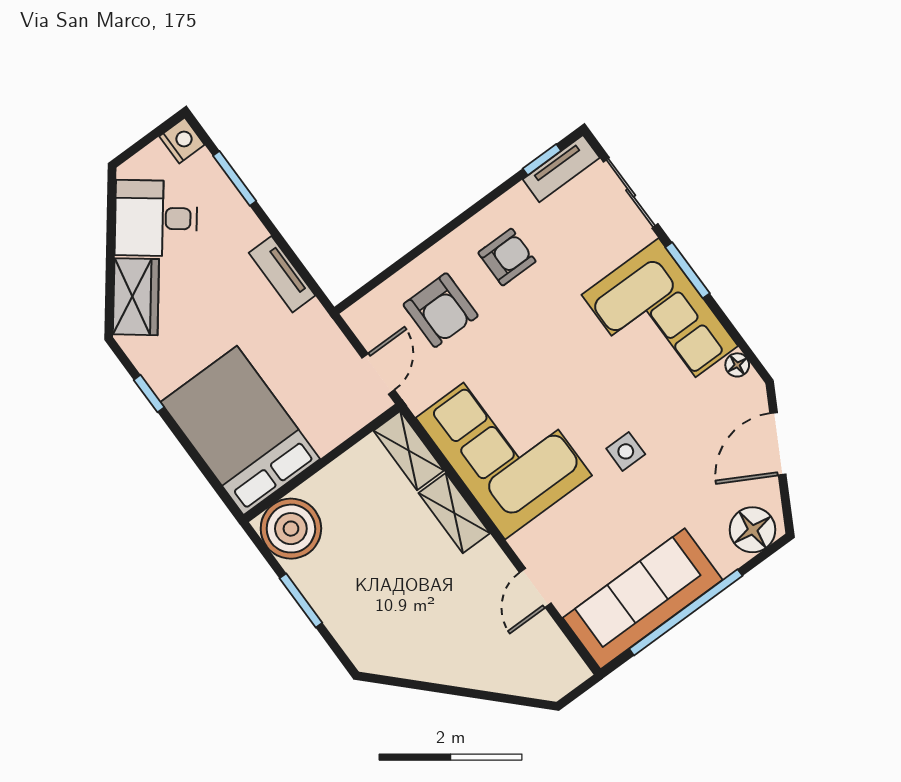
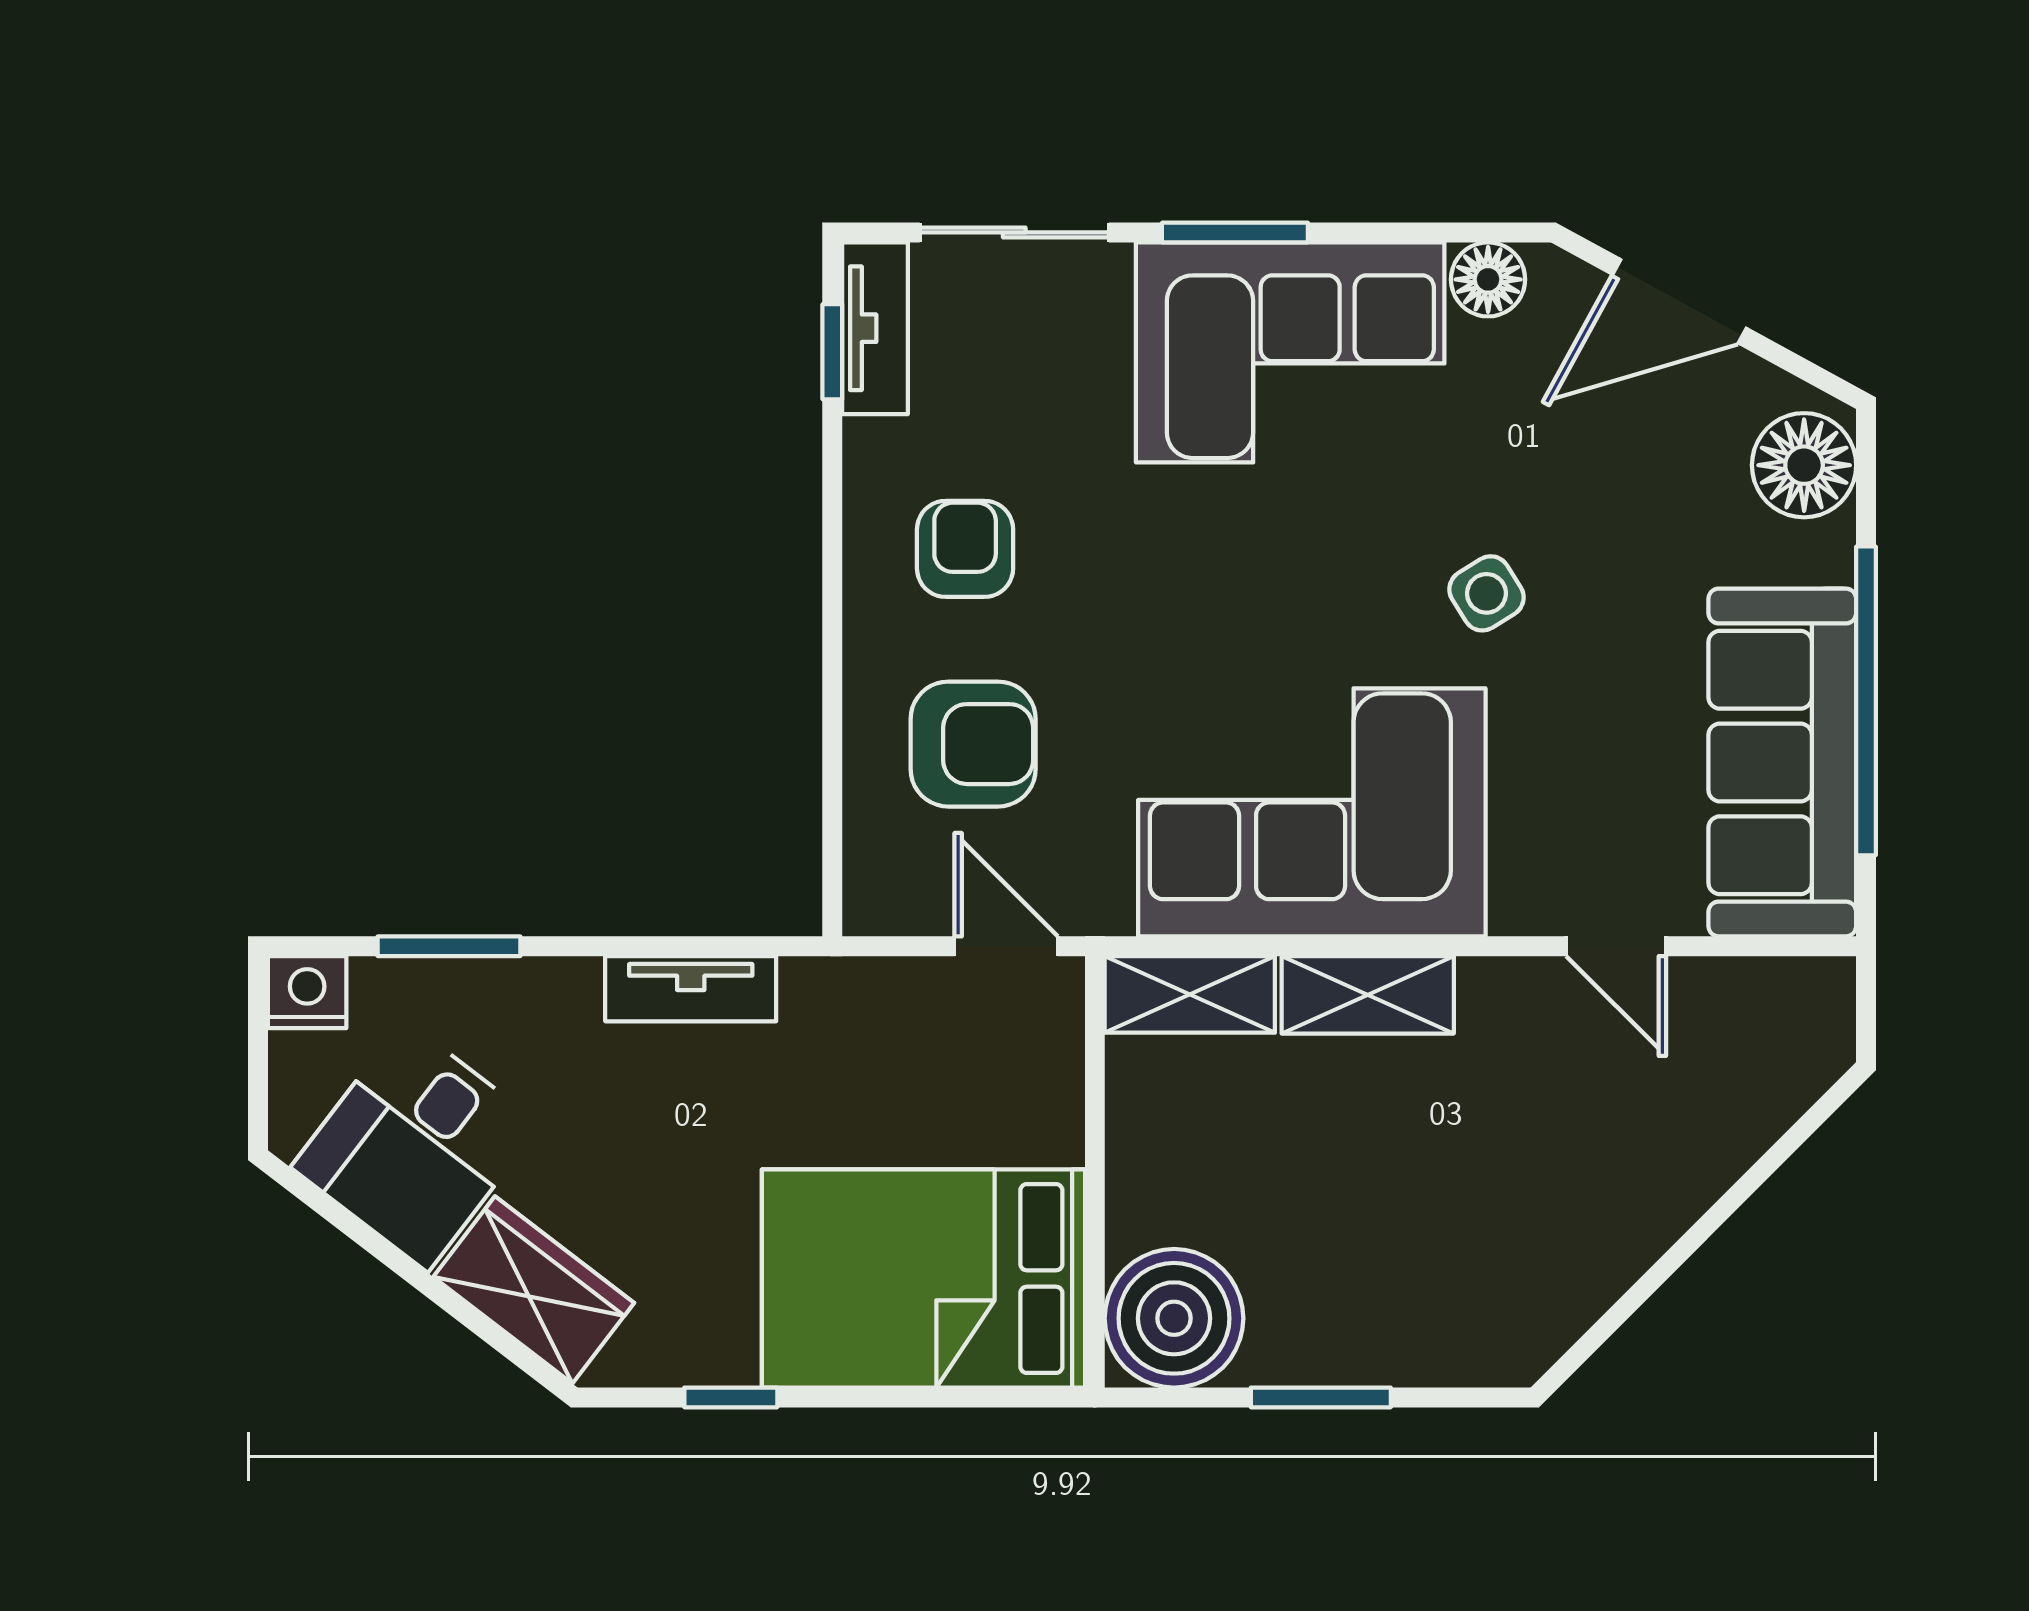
floor lamp: (737, 365) -> (1488, 279), width x1.37, depth x1.37
door: (778, 444) -> (1680, 301), hinge flipped
side table: (626, 451) -> (1487, 593), turned -32

